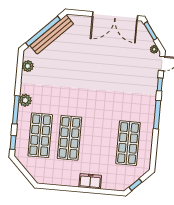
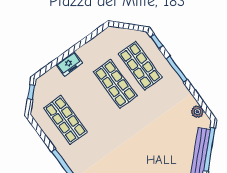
plant: (25, 100) -> (176, 83), removed

